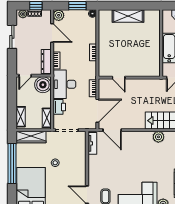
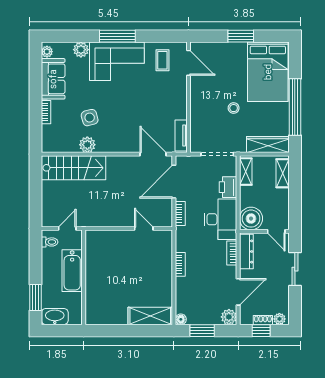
shelving: (128, 16) -> (150, 316), moved
door: (52, 33) -> (238, 292), swing flipped
sliding door: (12, 37) -> (295, 269), moved
door: (25, 76) -> (276, 231), swing flipped
side table: (157, 156) -> (90, 118), added

